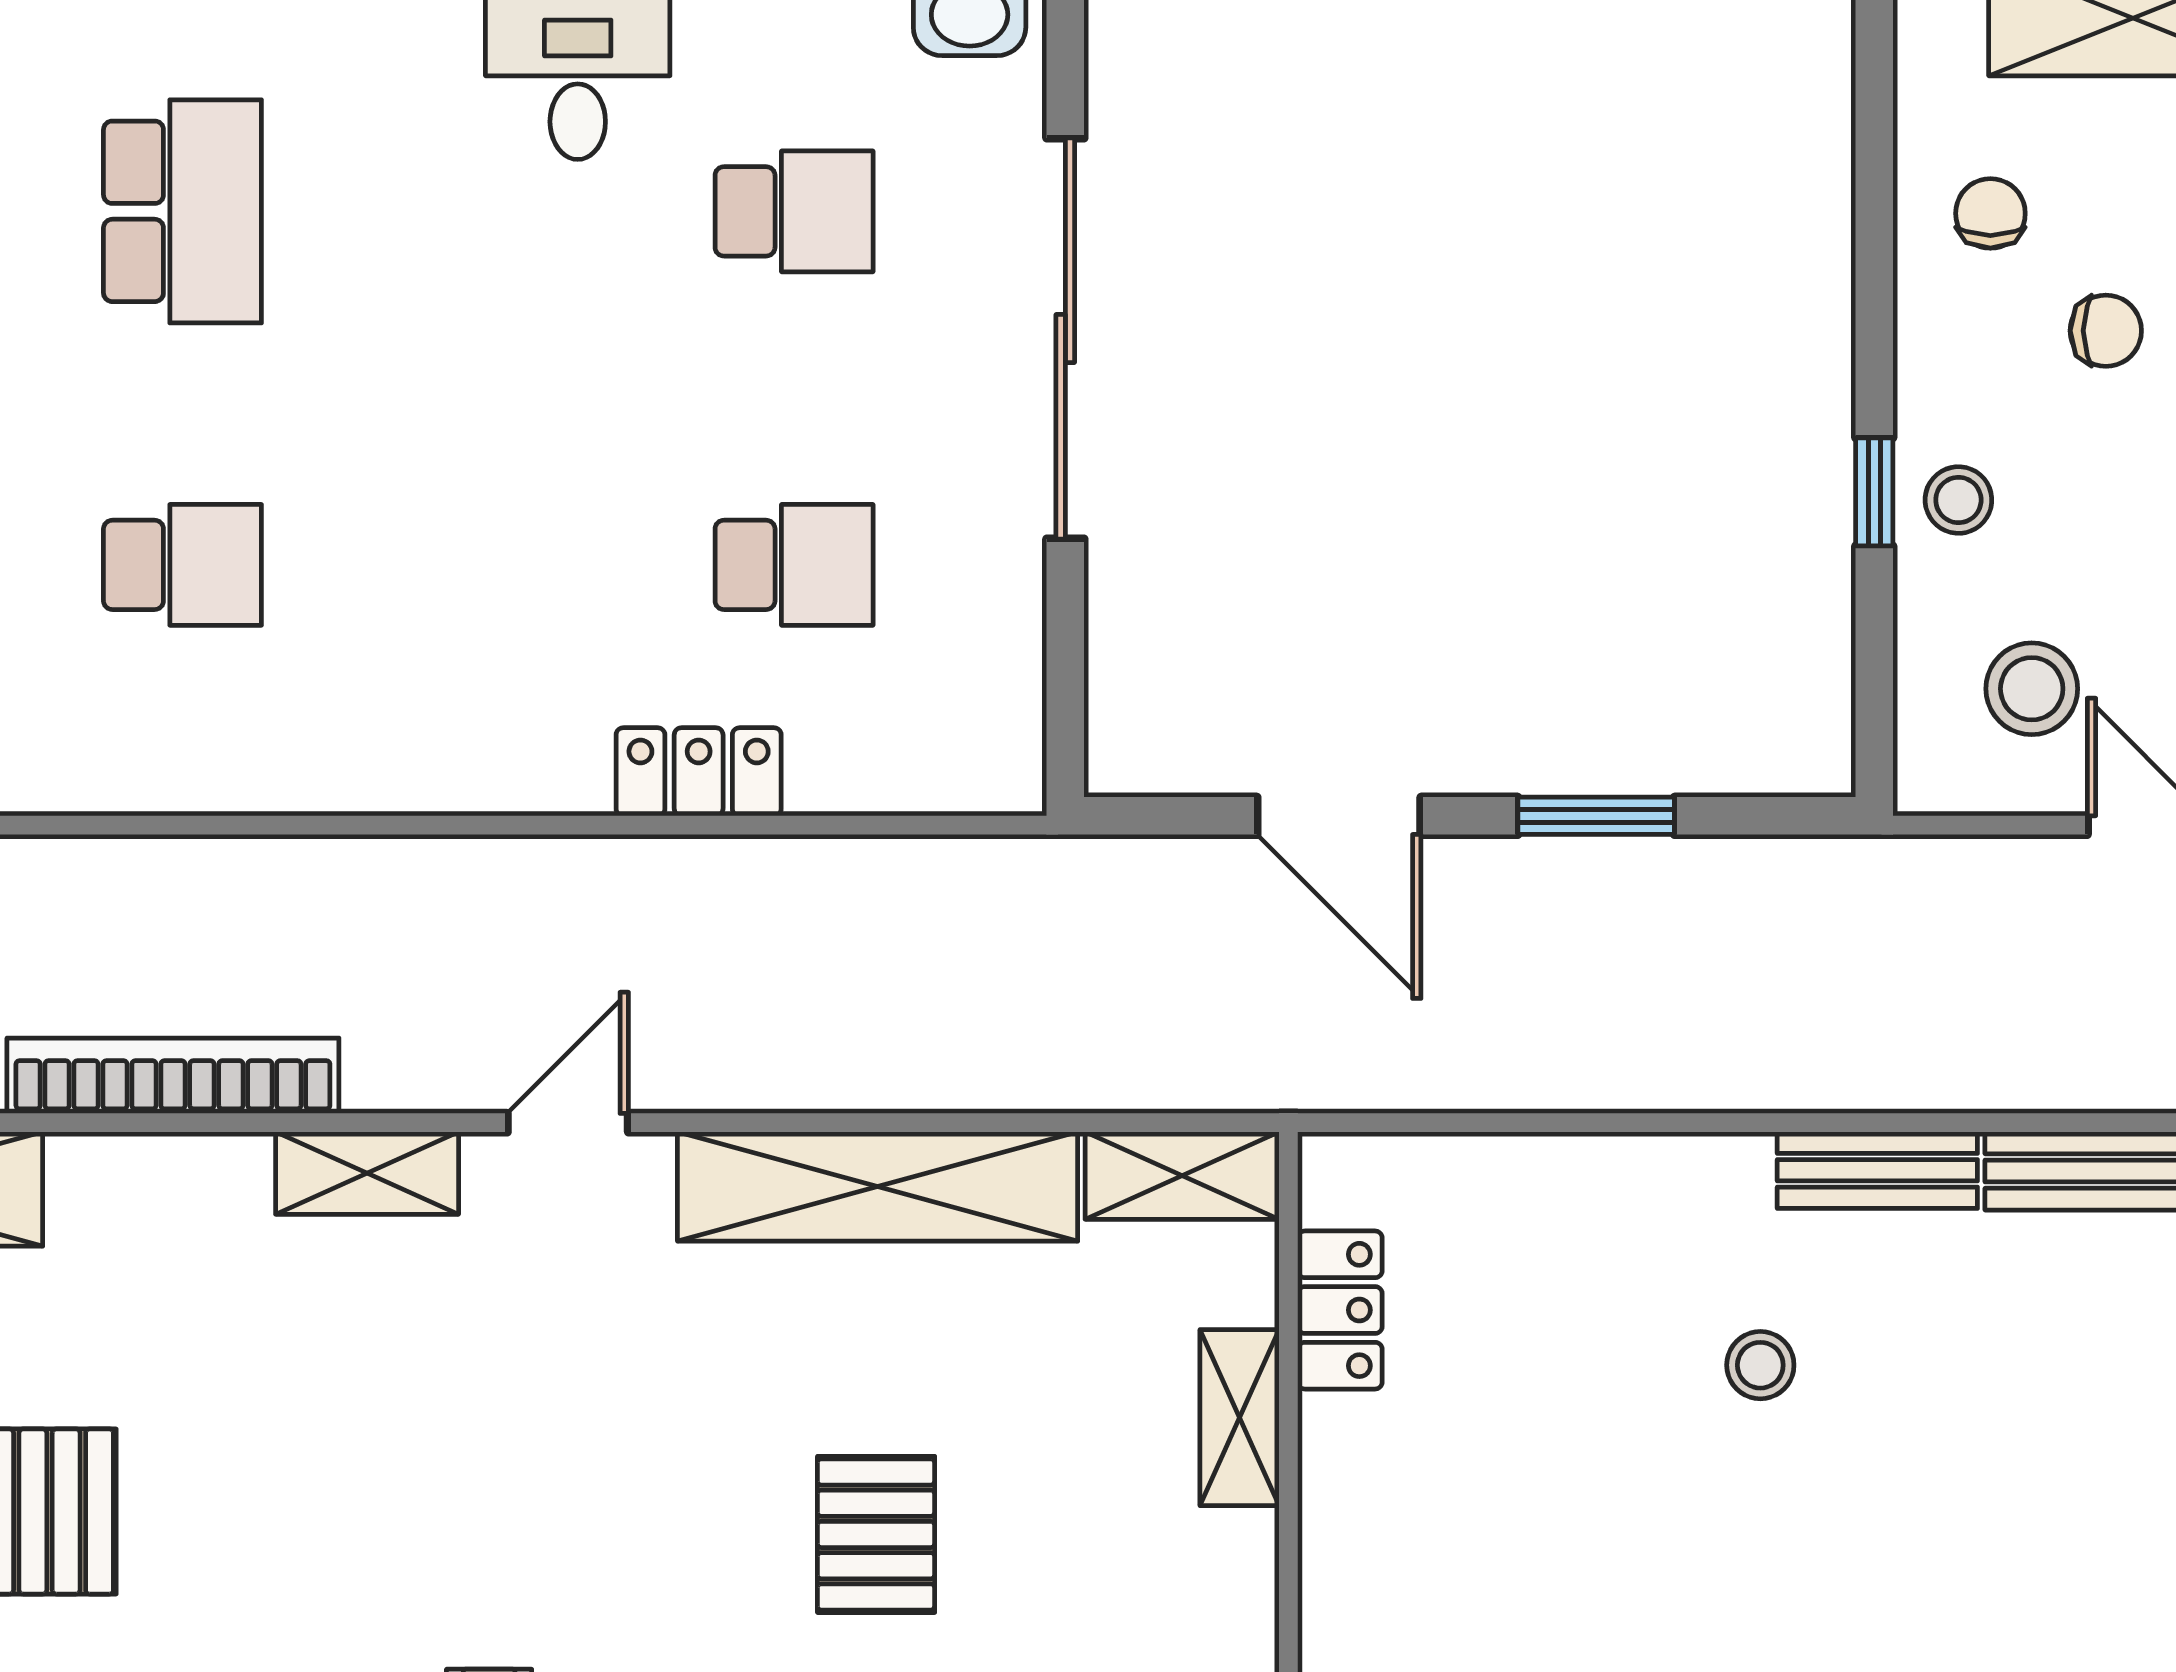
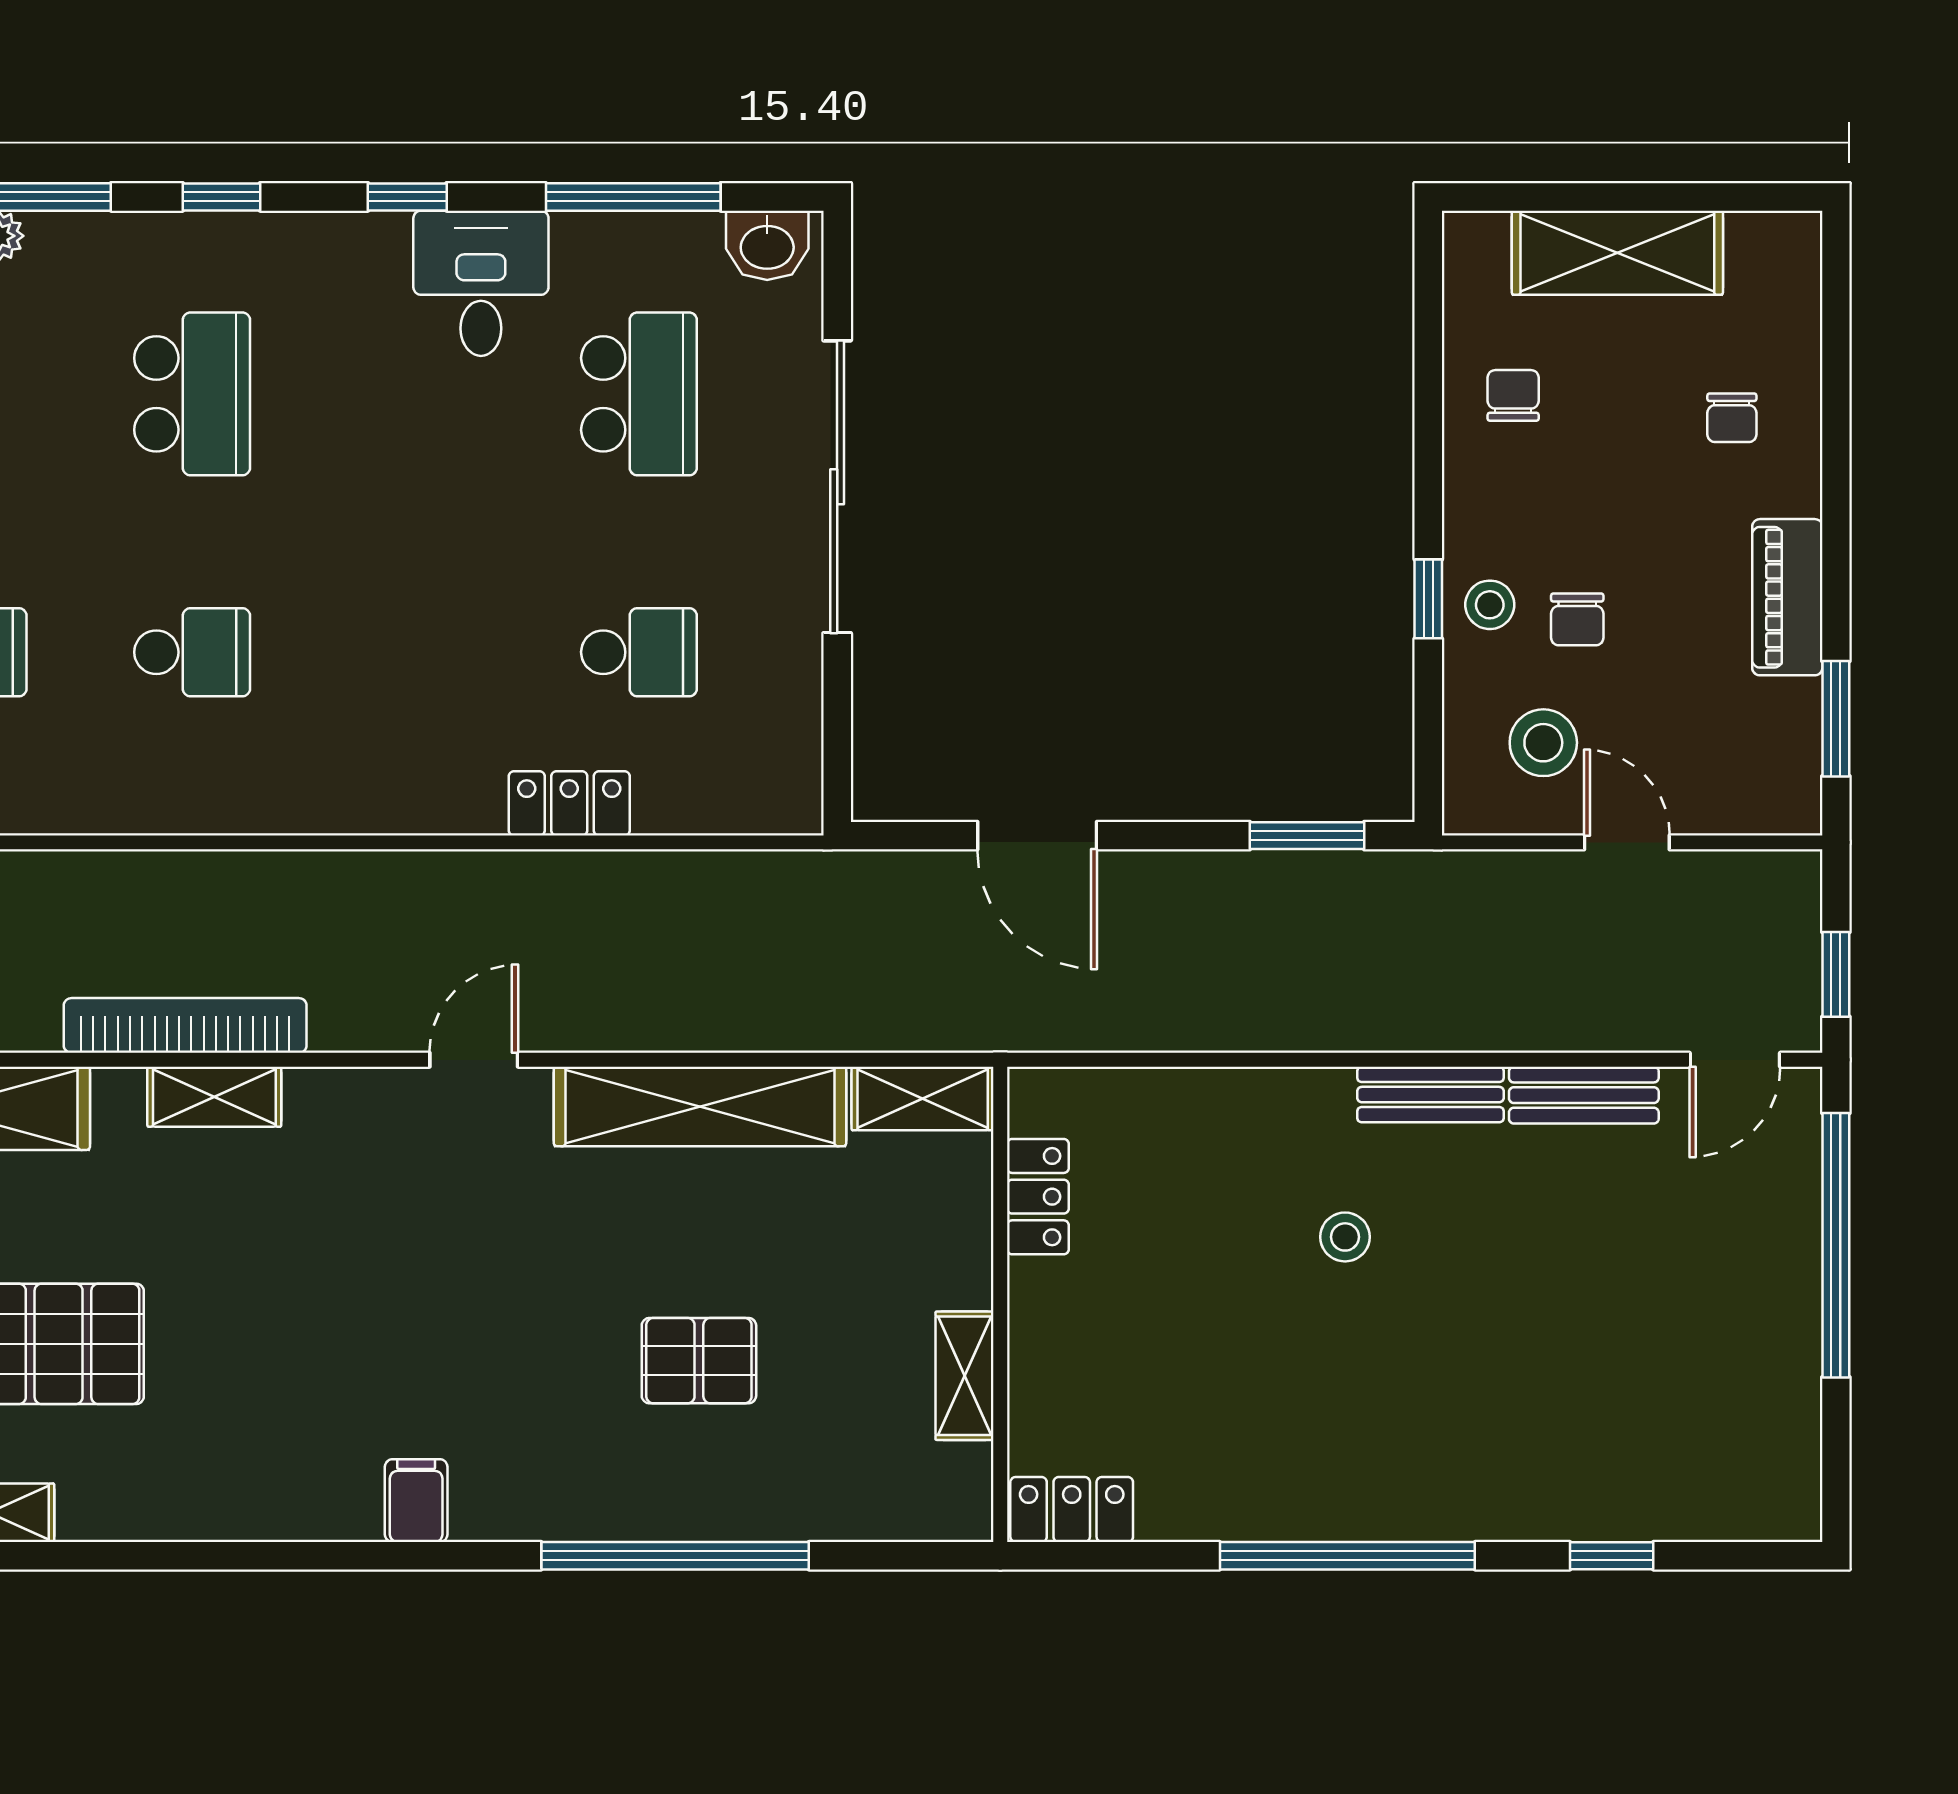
school desk: (794, 211) -> (639, 394), width x1.85
chair: (2106, 331) -> (1577, 619), moved, turned 90
window: (1596, 816) -> (1307, 836), moved
shelving: (367, 1173) -> (214, 1097), moved
shelving: (1240, 1418) -> (964, 1376), moved
pallet: (876, 1534) -> (699, 1361), turned 90

